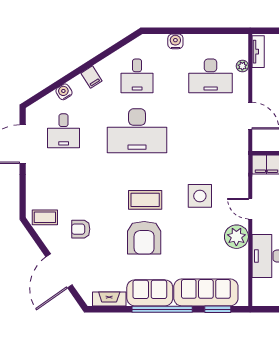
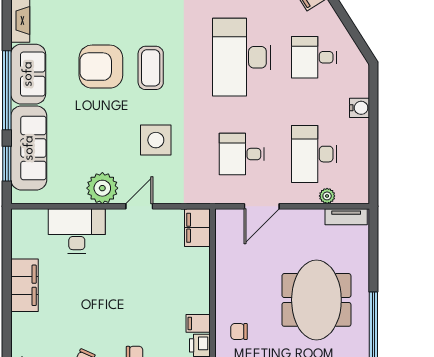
desk: (211, 131) -> (242, 154), added

